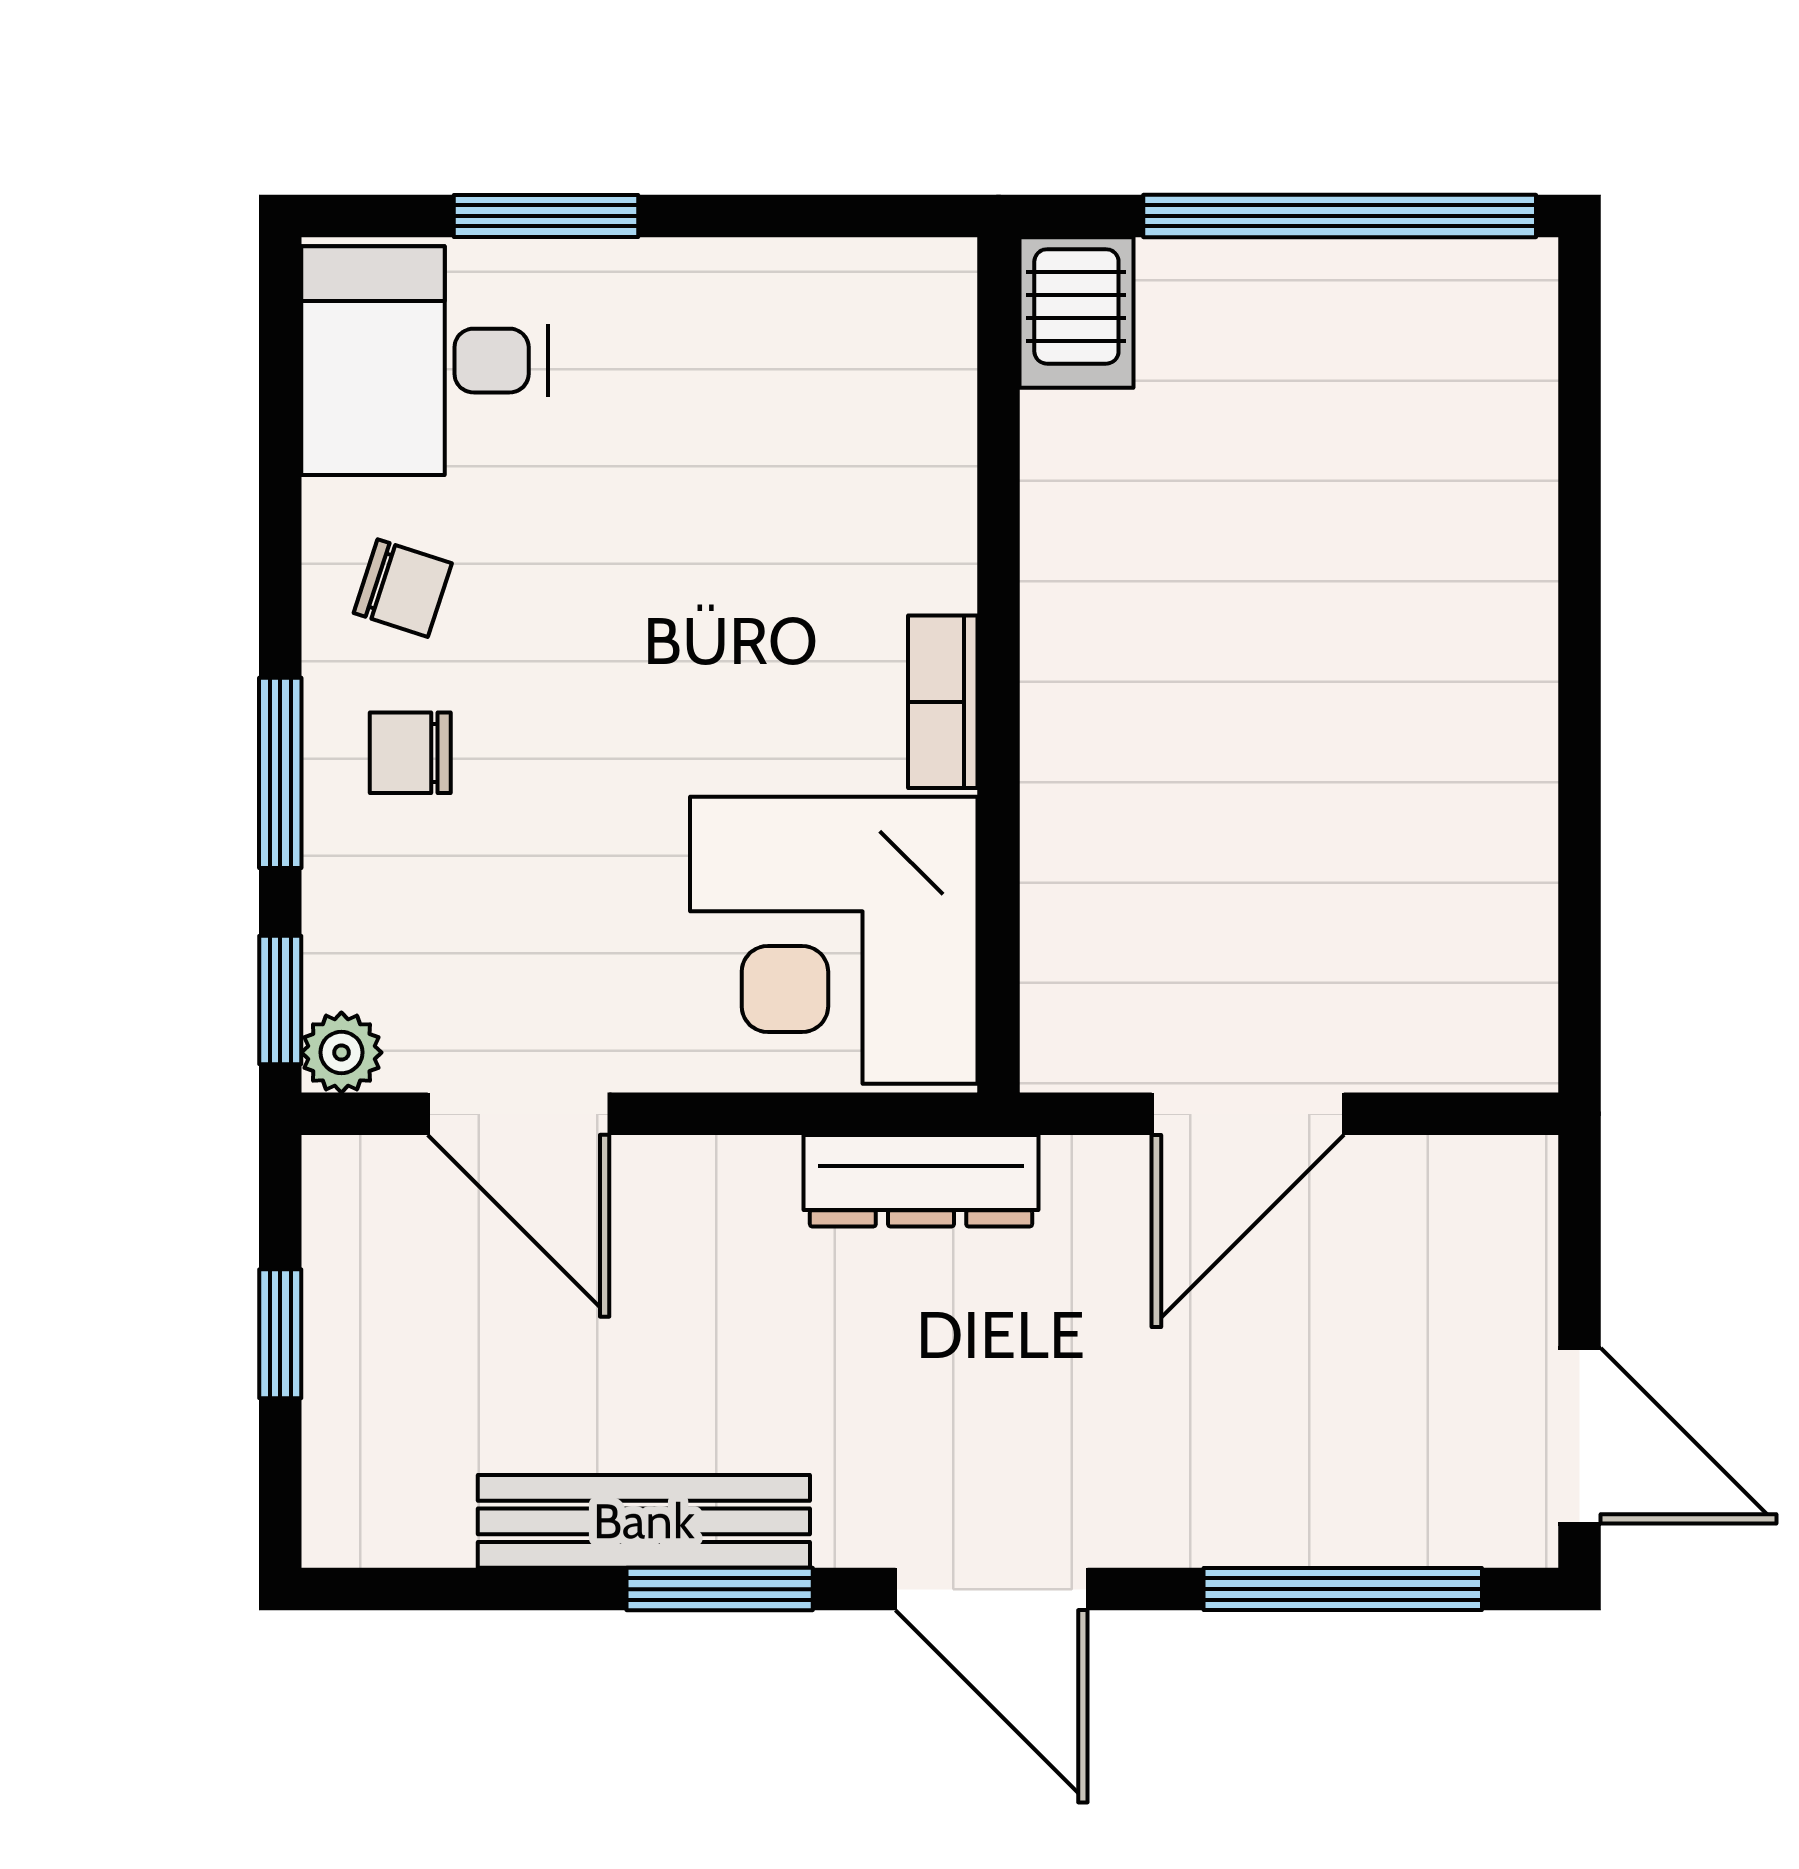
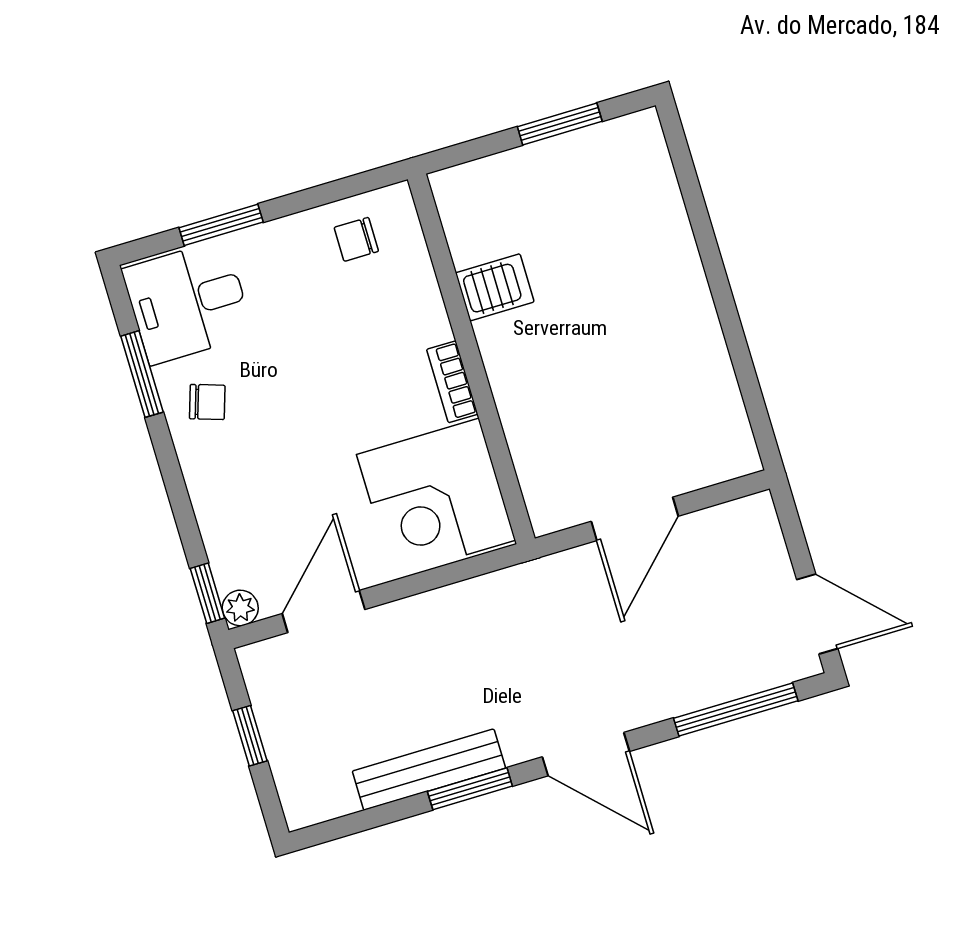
window: (1340, 216) -> (560, 124), width x0.47
server rack: (1076, 312) -> (495, 287), moved, turned -90
chair: (410, 753) -> (356, 239), moved
window: (280, 773) -> (142, 374), moved
door: (518, 1114) -> (324, 612), swing flipped
dresser: (921, 1181) -> (504, 589), removed

